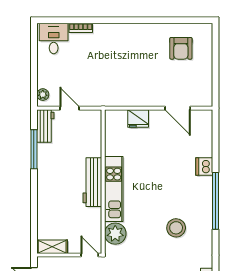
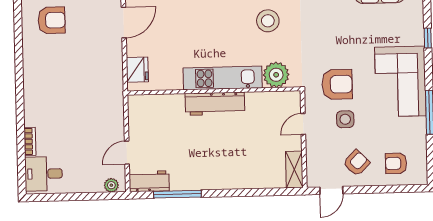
workbench: (92, 182) -> (215, 104), moved
wall: (103, 182) -> (214, 91), moved
kitchen unit: (114, 189) -> (223, 78), moved
plant: (115, 234) -> (276, 75), moved

